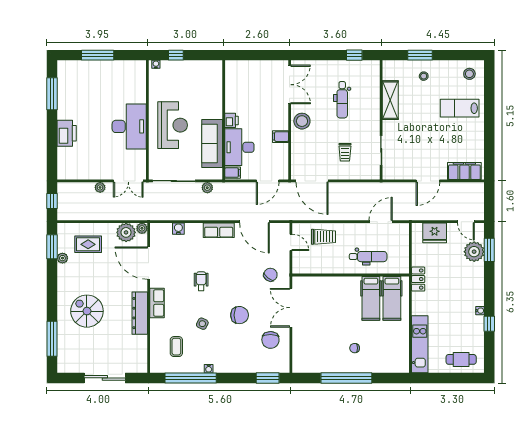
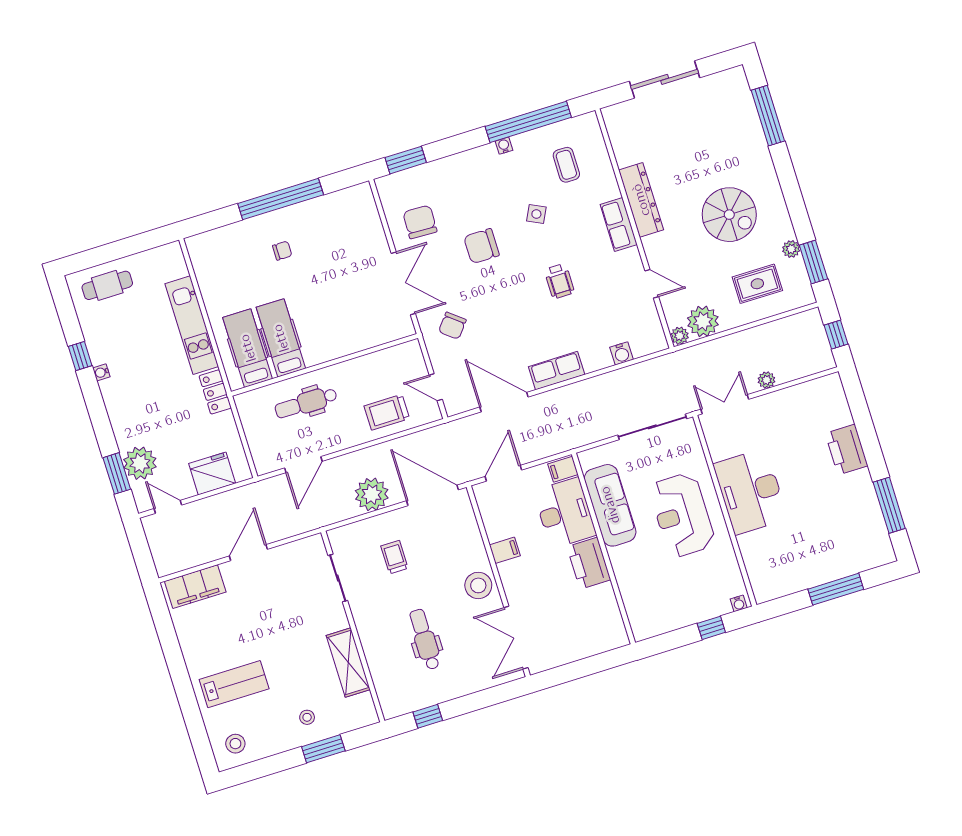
printer: (231, 120) -> (589, 563), width x1.87, depth x1.48
plant: (207, 188) -> (372, 494), moved, width x1.88, depth x1.88
door: (149, 263) -> (652, 284), width x0.53
spiral stairs: (87, 311) -> (729, 215), moved
kitchen unit: (420, 344) -> (192, 325), moved

